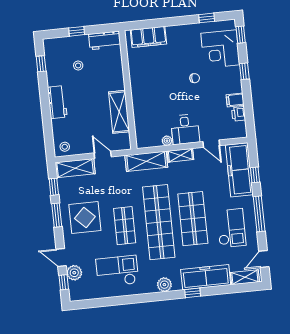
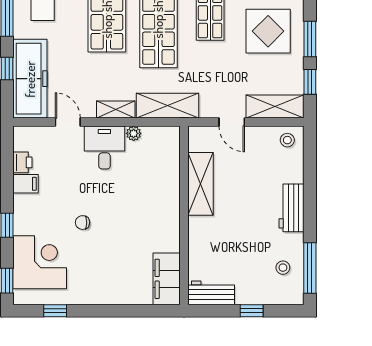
filing cabinet: (148, 37) -> (167, 279), moved, turned -90
window: (41, 64) -> (310, 268), width x2.17
stool: (78, 65) -> (283, 268), moved

